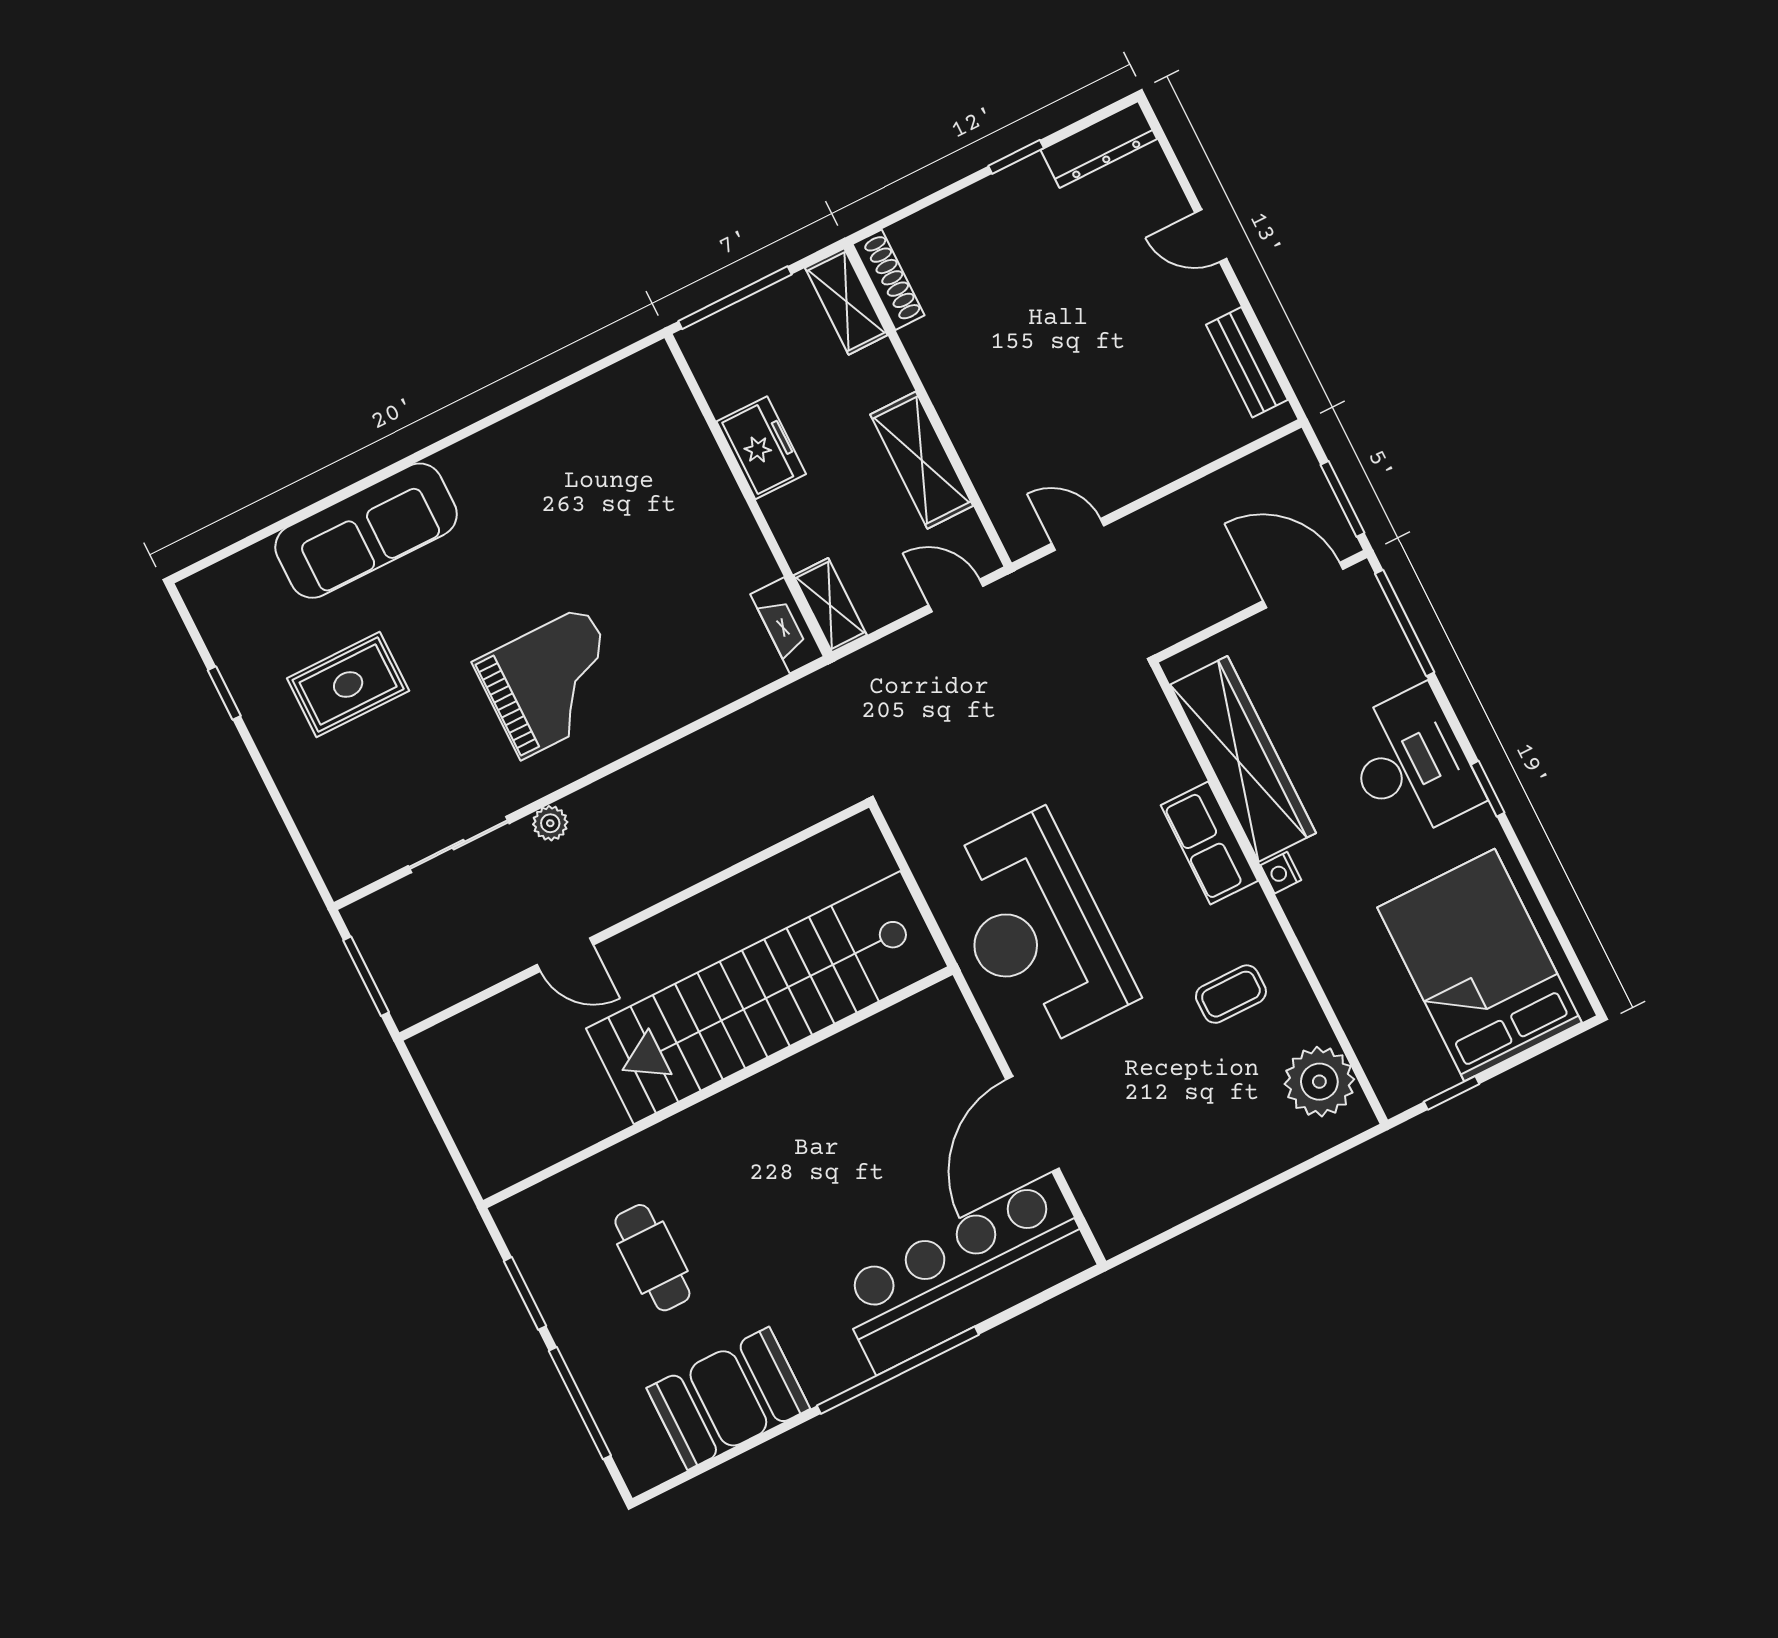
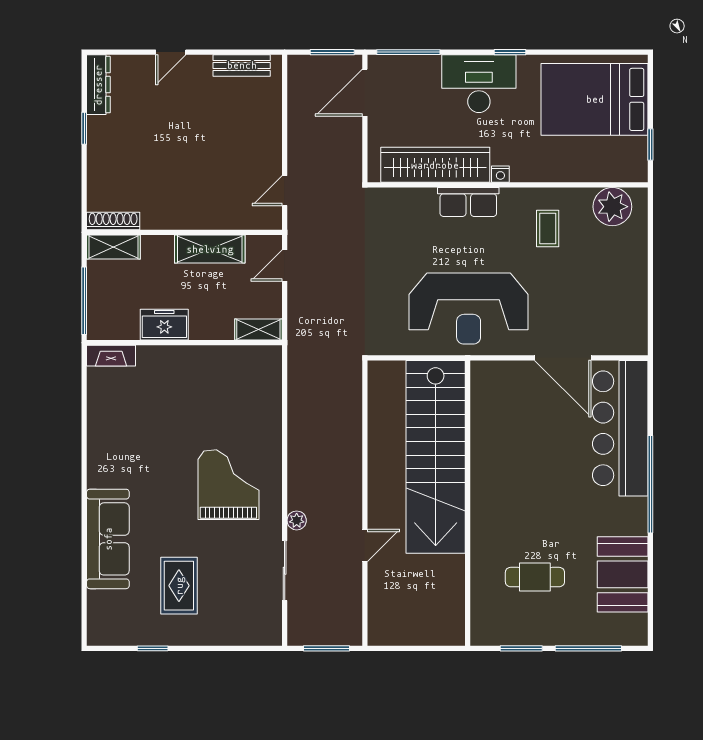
fireplace: (787, 625) -> (111, 356), moved

